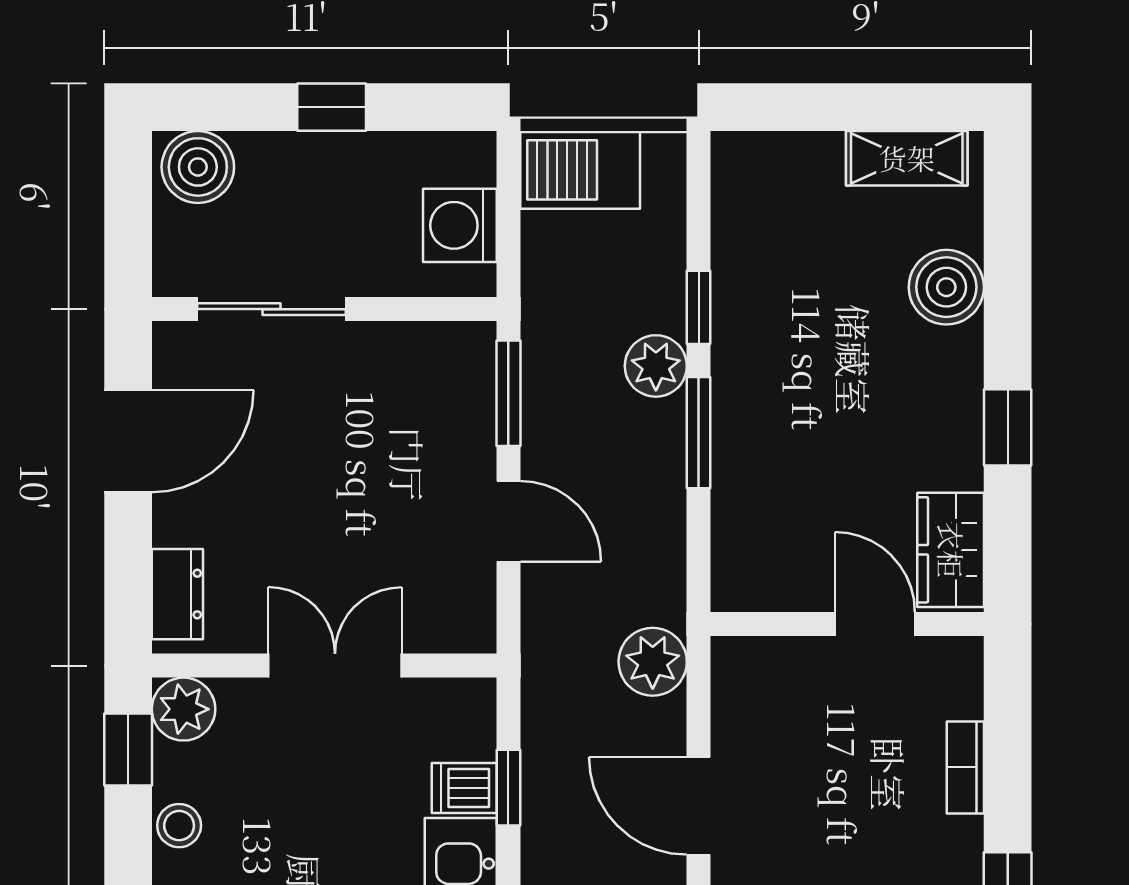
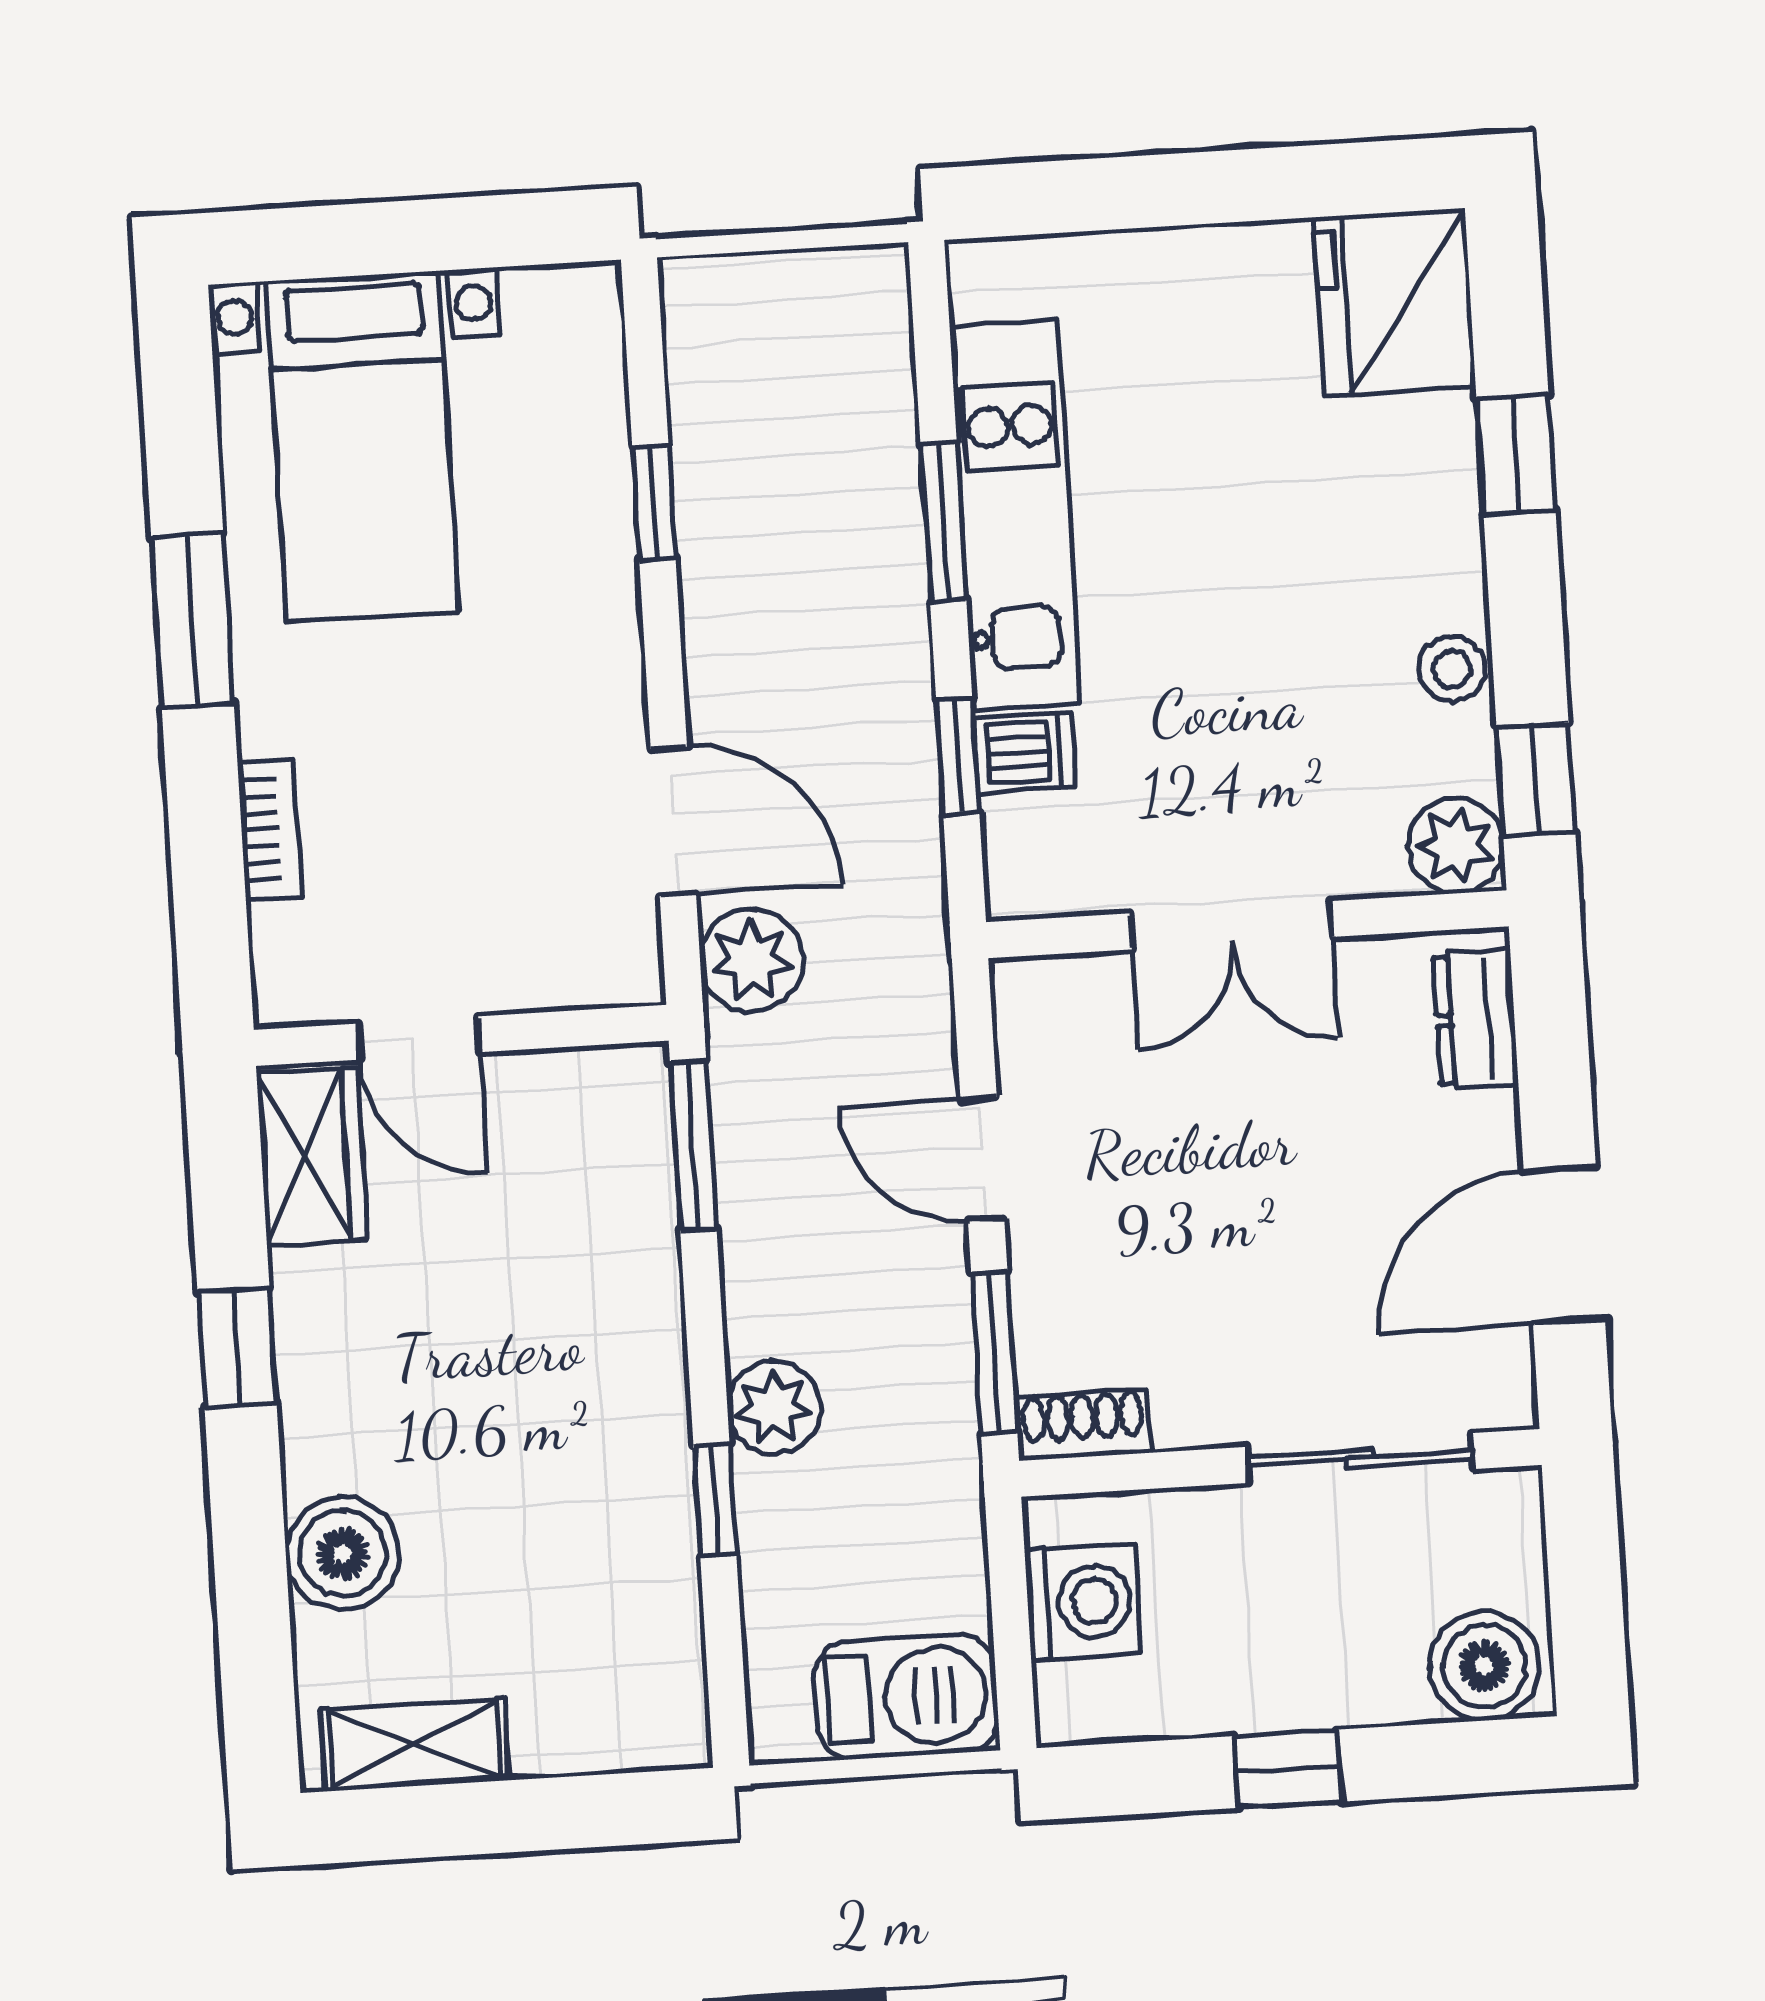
shoe rack: (453, 342) -> (1083, 1425), added
window: (699, 433) -> (693, 1146), moved
door: (699, 806) -> (673, 821), moved

